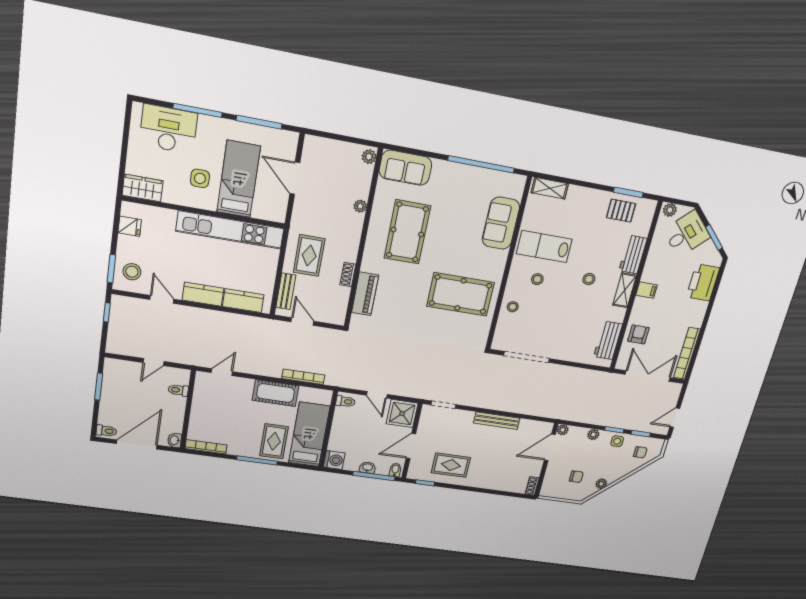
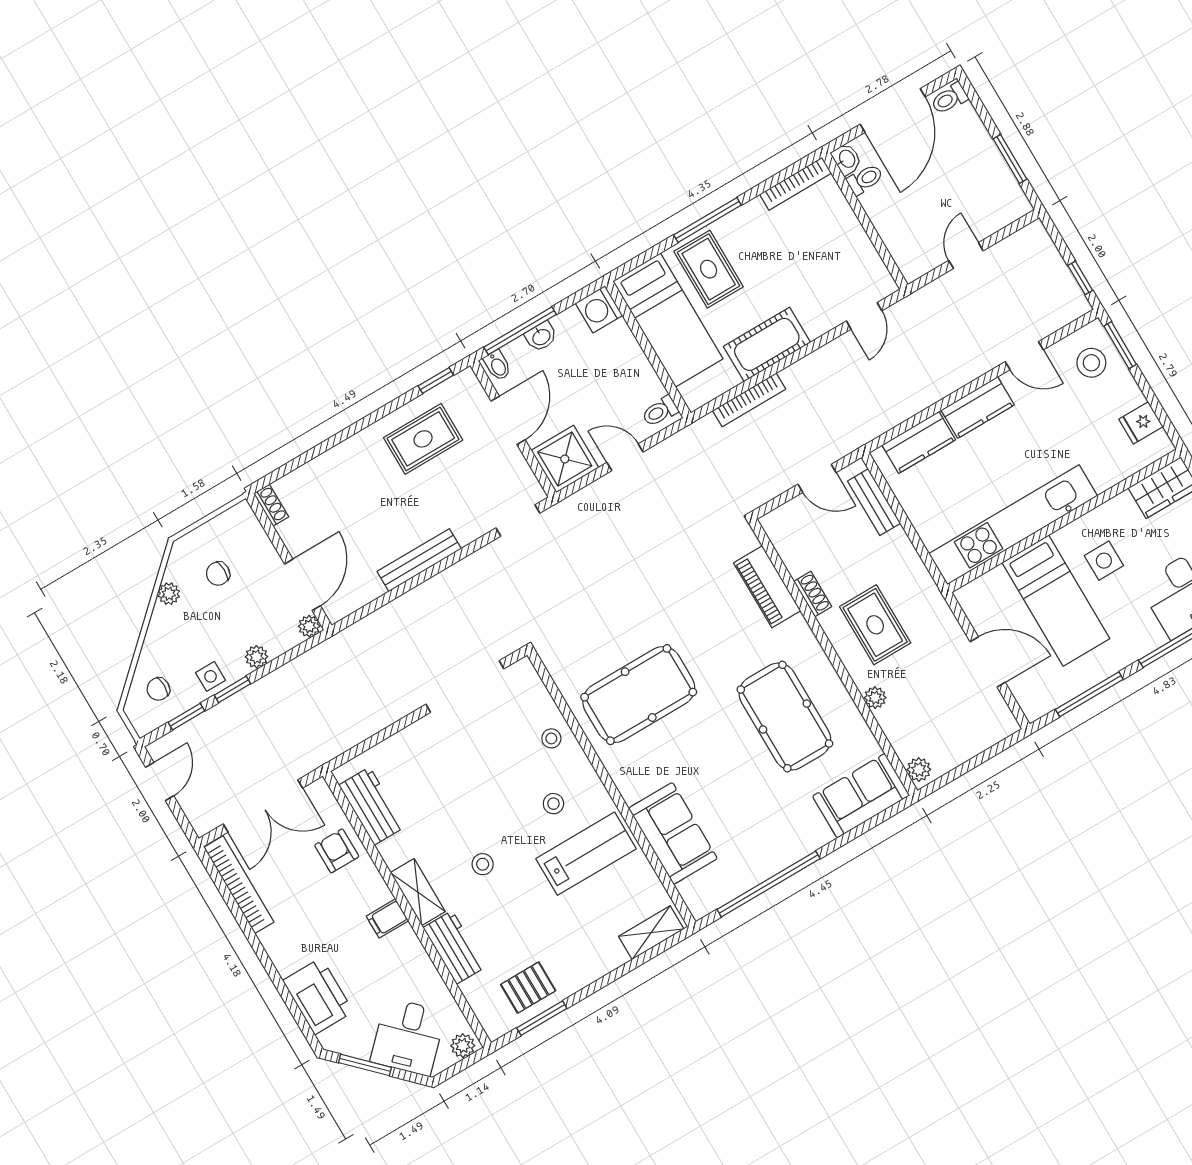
rug: (309, 255) -> (875, 625), moved
armchair: (638, 334) -> (337, 851), turned 180
toilet: (178, 390) -> (865, 179), moved

